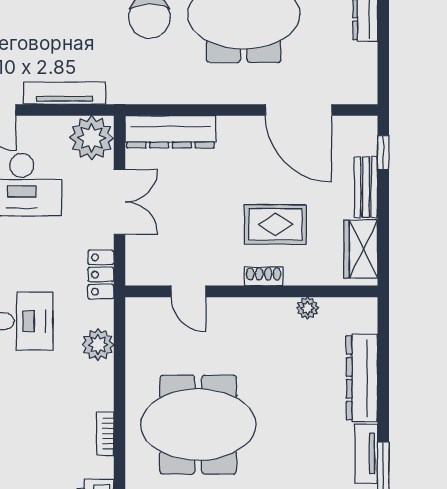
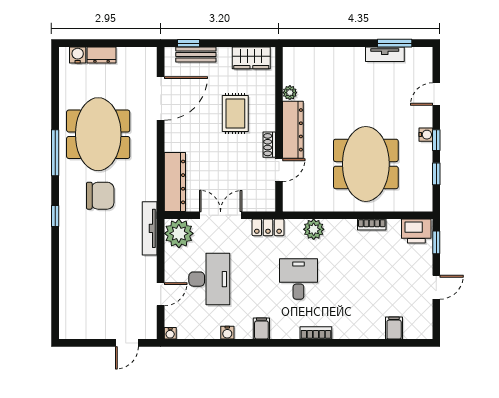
tv unit: (64, 93) -> (150, 228), moved
bench: (366, 187) -> (196, 54), moved
shoe rack: (264, 276) -> (269, 145), moved
dresser: (362, 378) -> (293, 130), moved, turned -90

